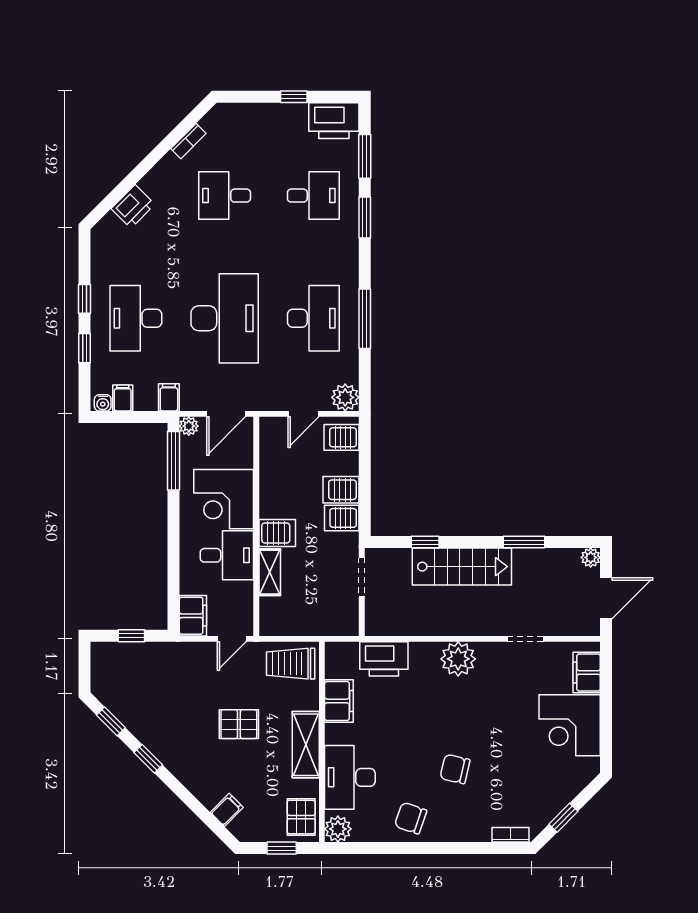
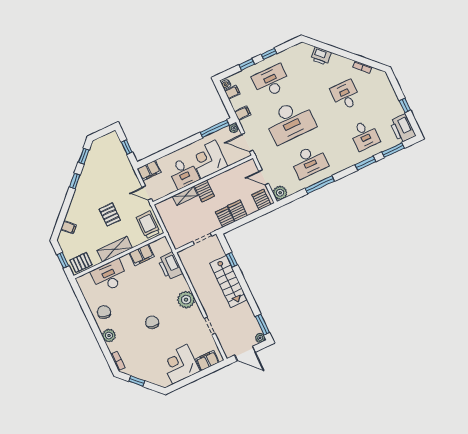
window: (524, 542) -> (262, 325), moved
chair: (455, 769) -> (152, 322), moved
plant: (338, 829) -> (109, 335), moved

